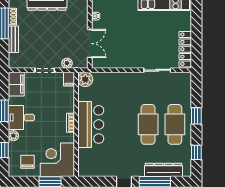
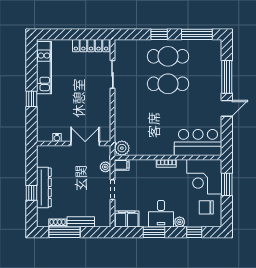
bar counter: (91, 124) -> (198, 143), moved
window: (196, 152) -> (197, 34), width x2.17
dresser: (164, 170) -> (215, 68), removed

